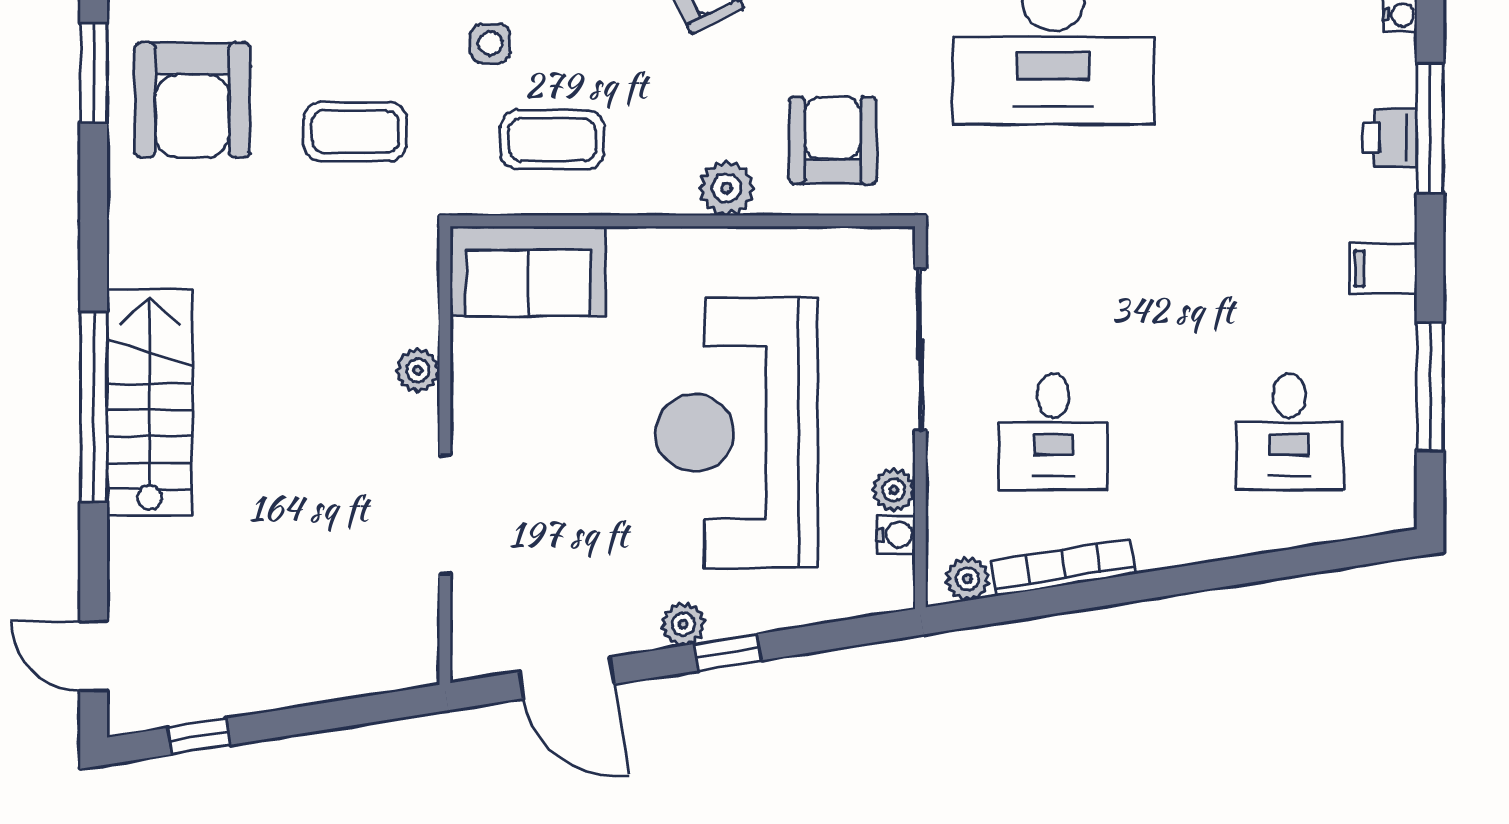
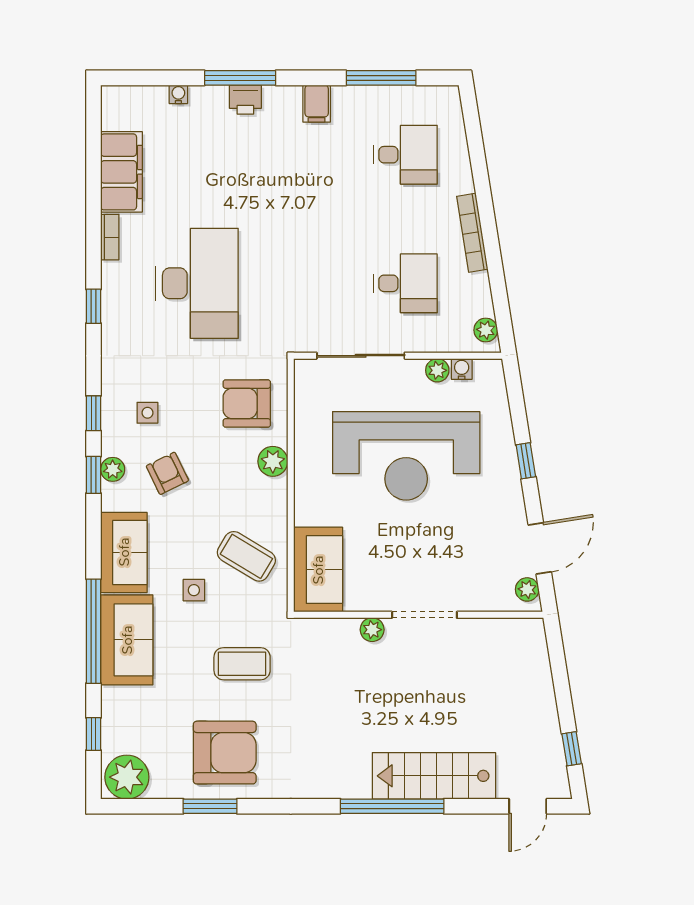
coffee table: (355, 132) -> (242, 664), turned 90
coffee table: (552, 140) -> (246, 556), turned -59
stairs: (150, 402) -> (434, 776), moved
doorway: (445, 515) -> (424, 615), moved
bookcase: (1063, 567) -> (472, 233), moved
plant: (683, 624) -> (527, 589), moved

